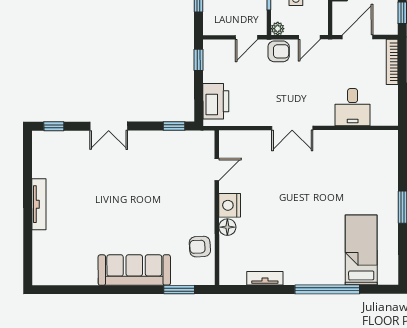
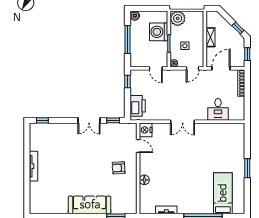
door: (246, 37) -> (156, 68), hinge flipped
armchair: (279, 51) -> (175, 77), removed
double door: (109, 126) -> (89, 120), moved
door: (217, 170) -> (138, 146), hinge flipped
nightstand: (230, 205) -> (146, 130), moved
armchair: (200, 247) -> (119, 168), moved

